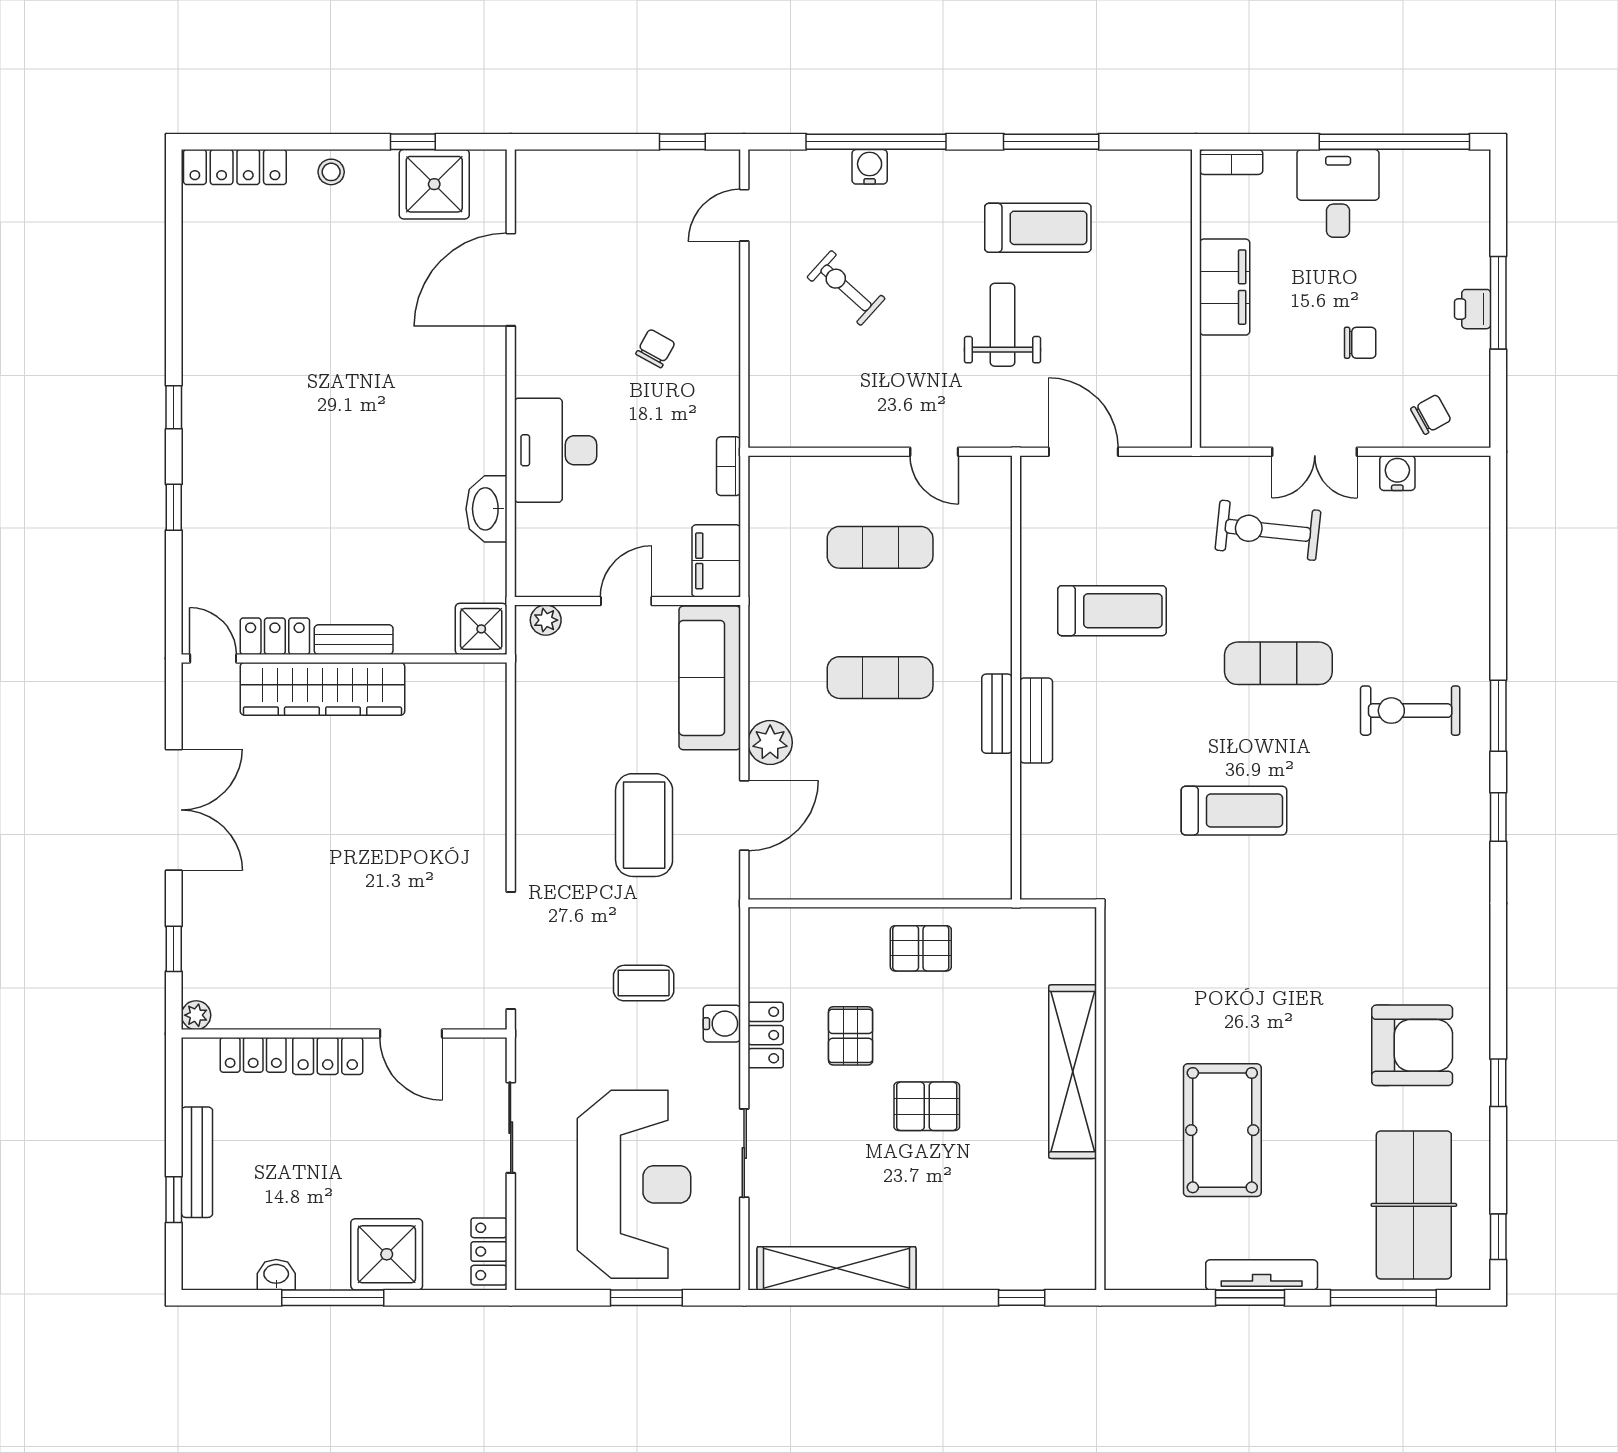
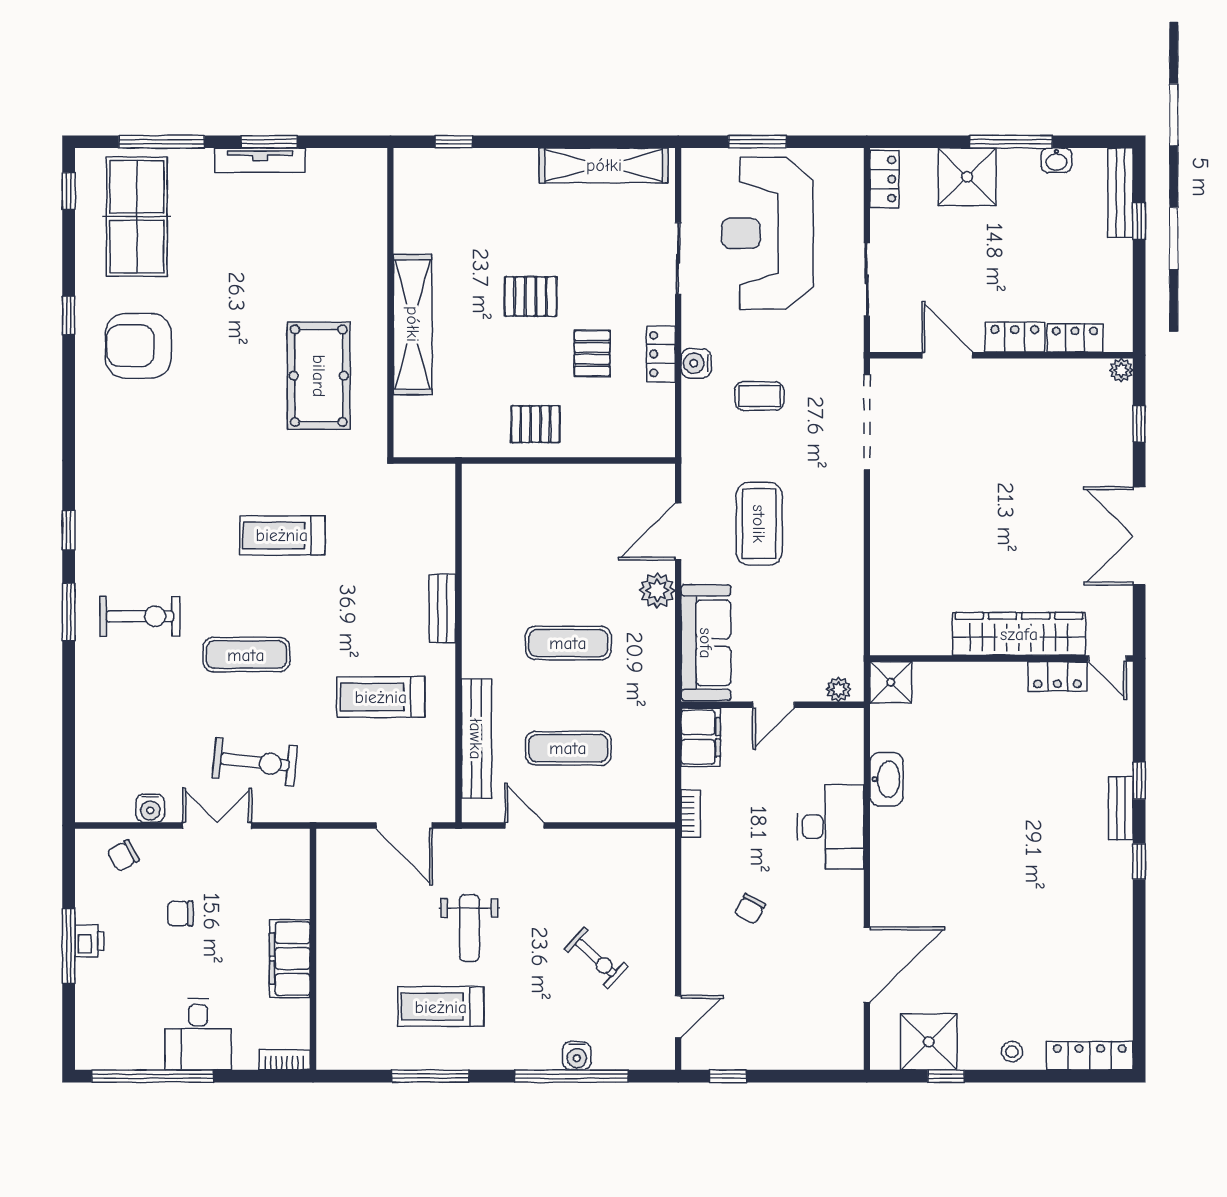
bench: (354, 640) -> (1121, 808), moved, turned 90
bench: (997, 714) -> (476, 739), moved, width x1.86, depth x1.21
pool table: (1222, 1130) -> (319, 376), moved
bench: (197, 1162) -> (1120, 193), moved

